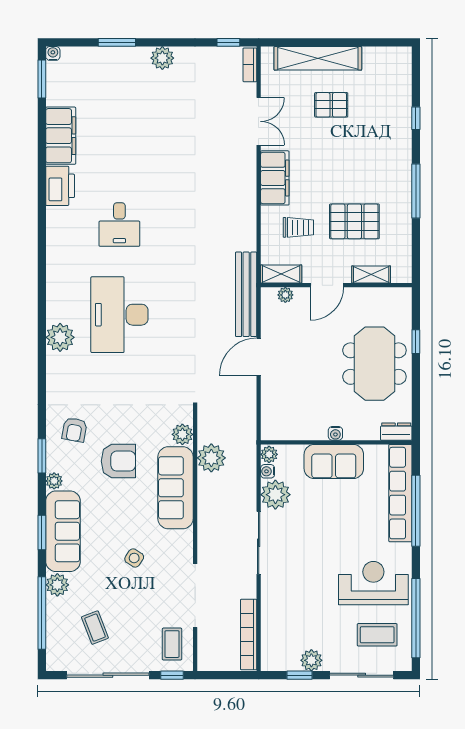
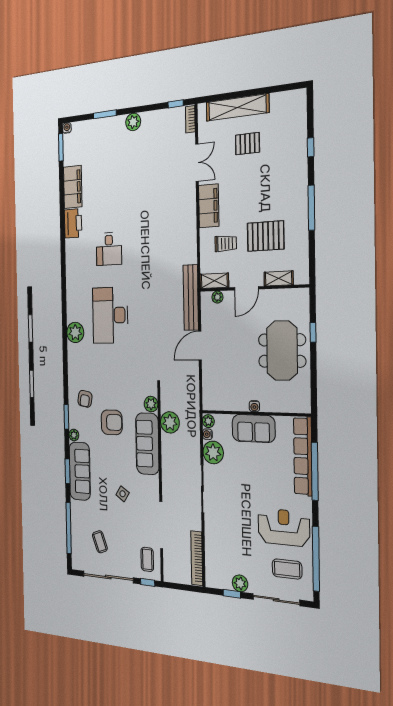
dresser: (396, 432) -> (299, 406), removed
plant: (57, 585) -> (77, 509), removed

